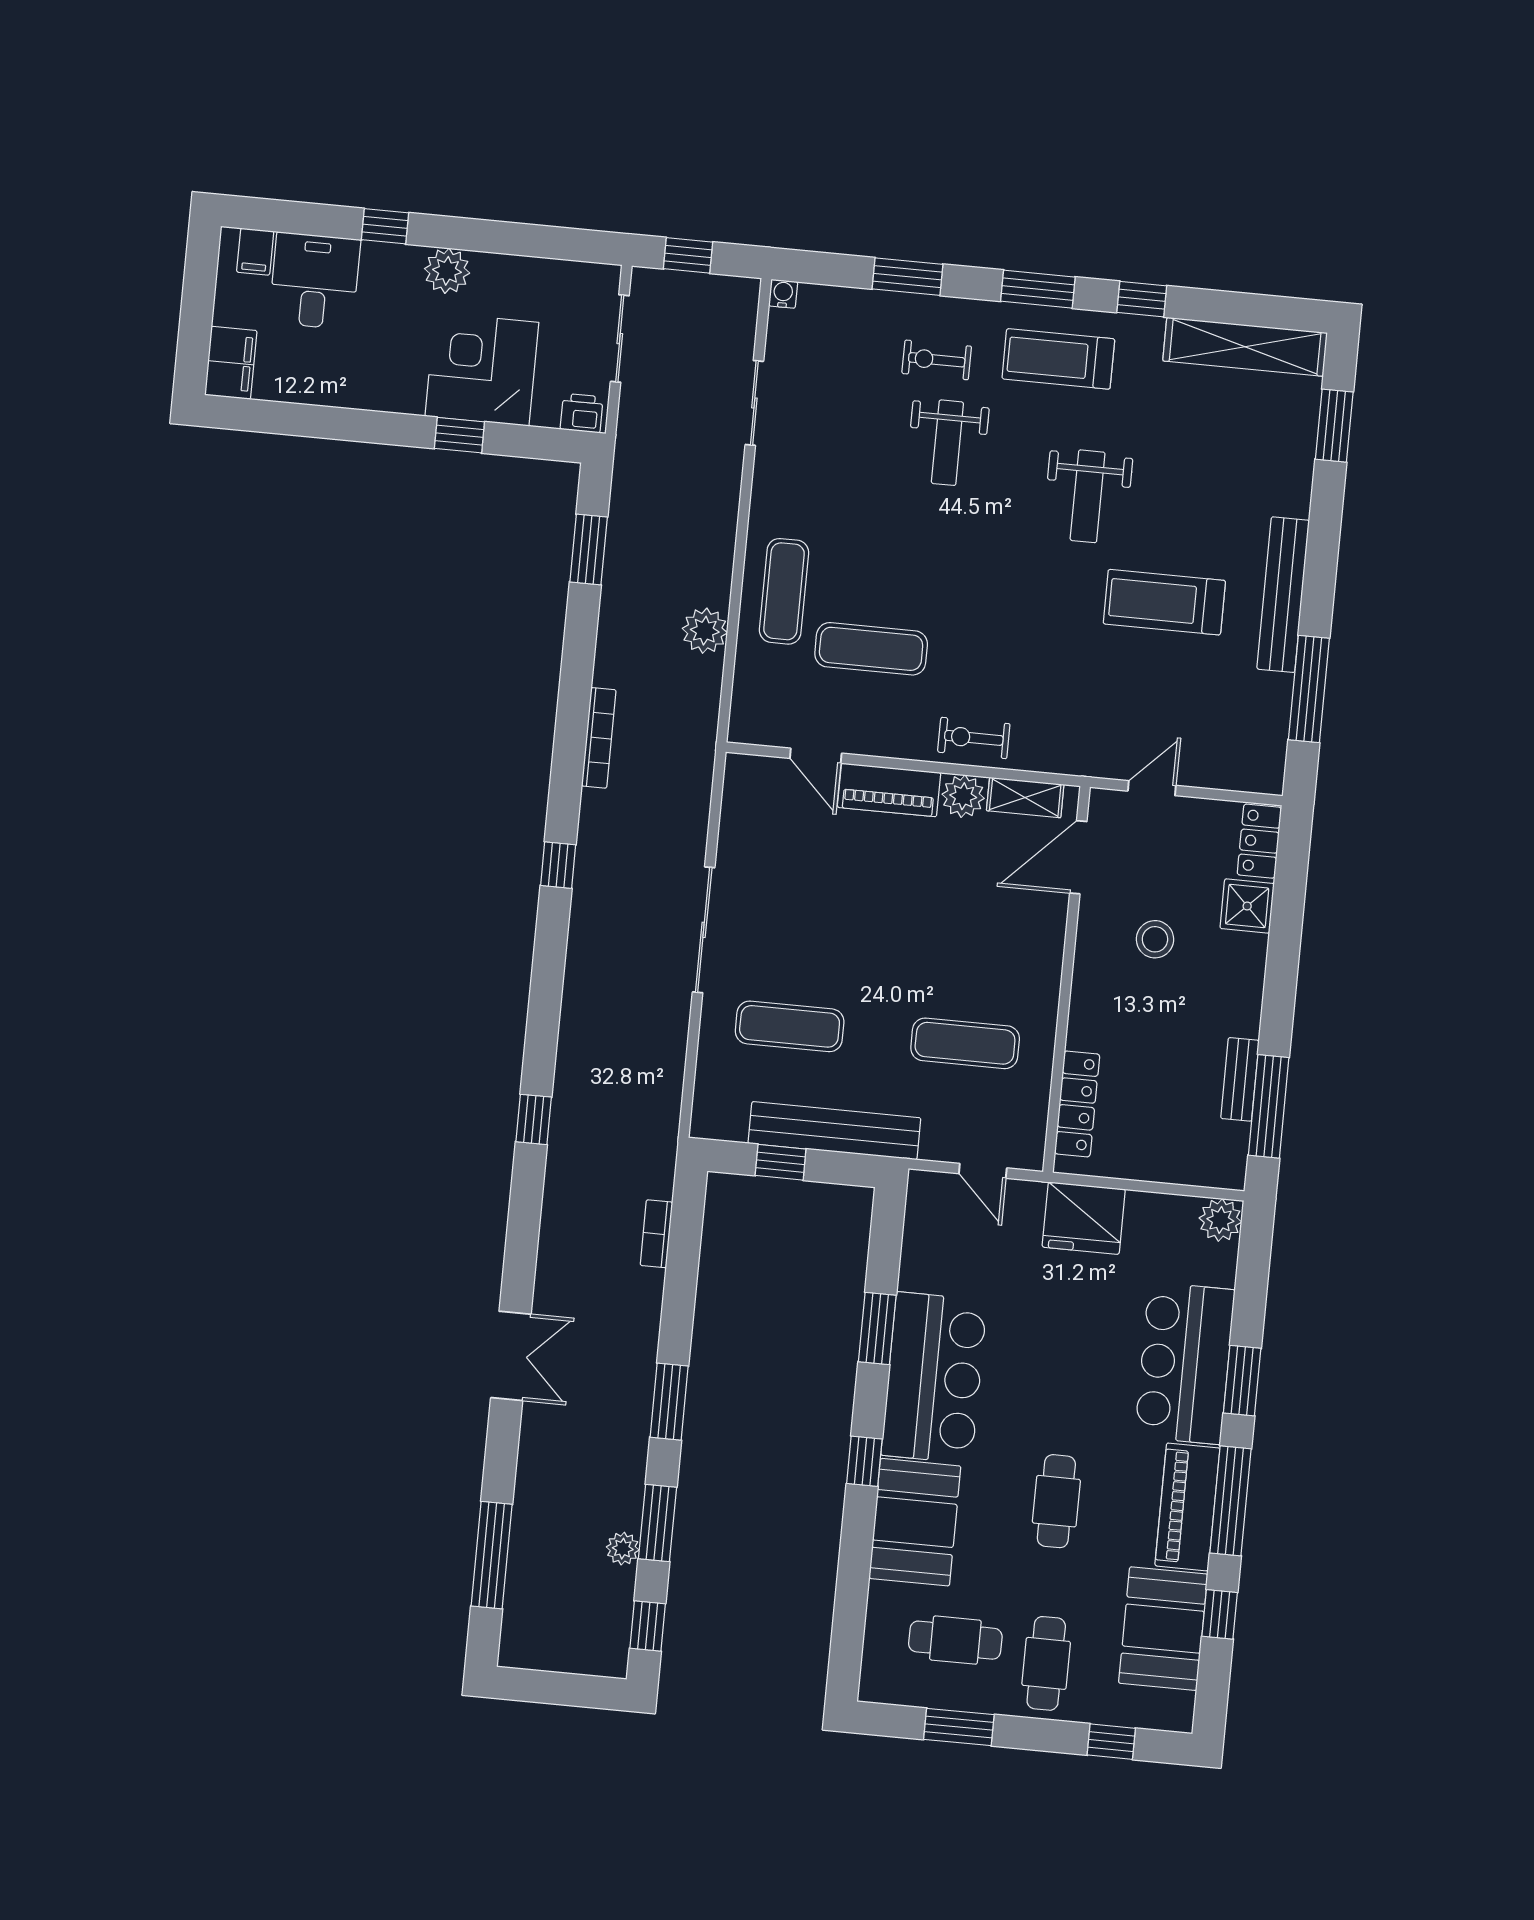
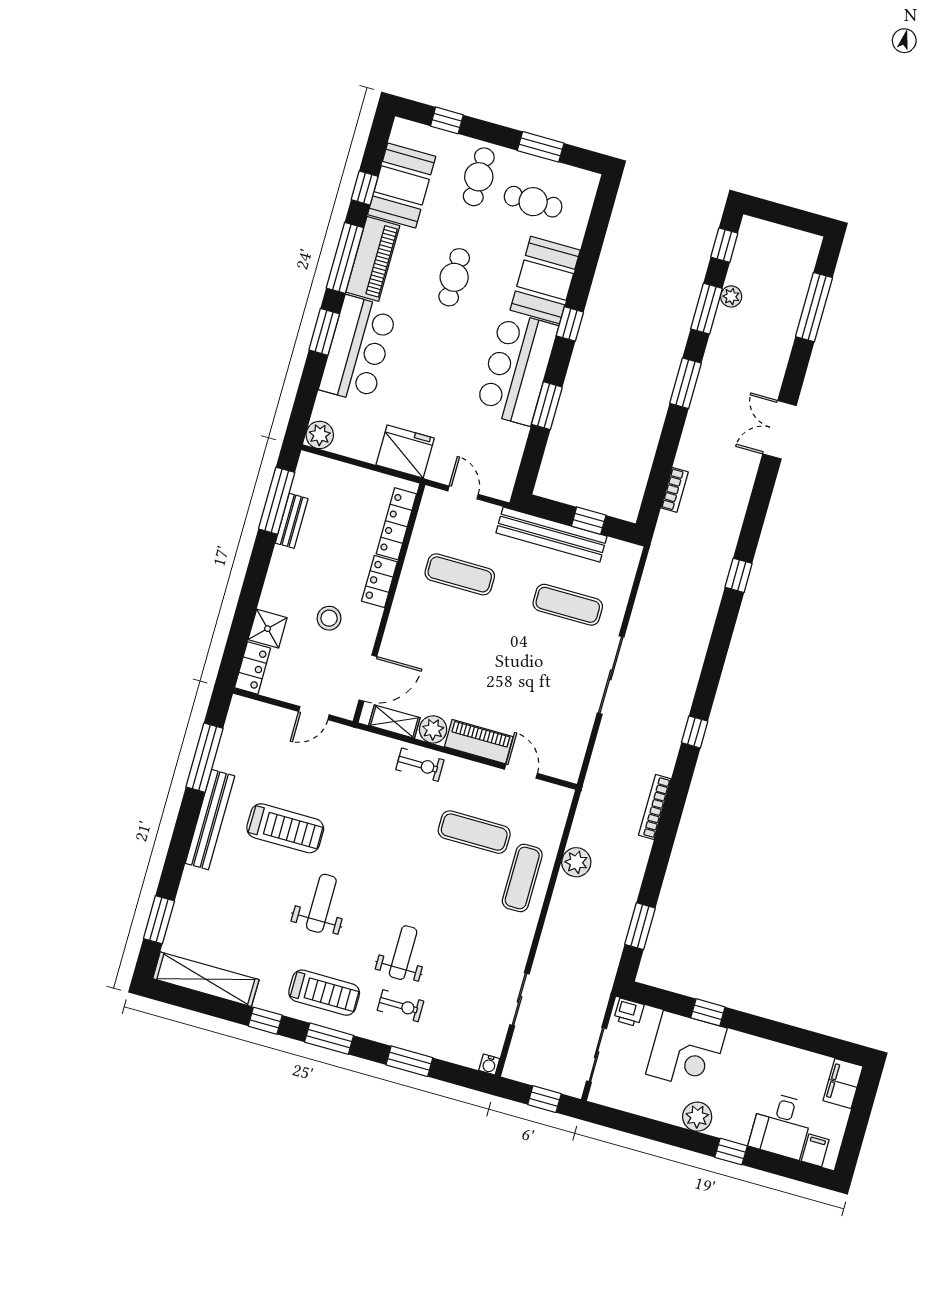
locker: (1087, 1010) -> (379, 582), added

